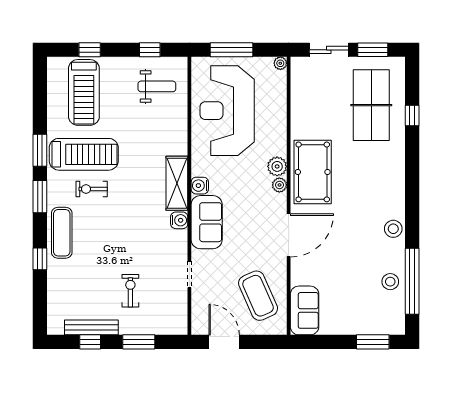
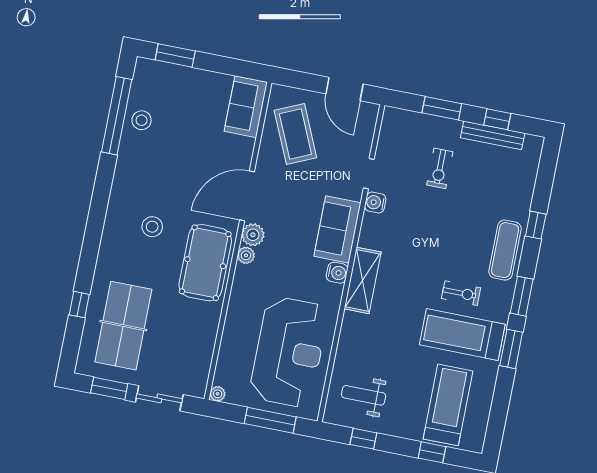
plant: (277, 166) -> (253, 235), moved
water cooler: (179, 220) -> (375, 203), moved
stool: (393, 229) -> (152, 227), moved

